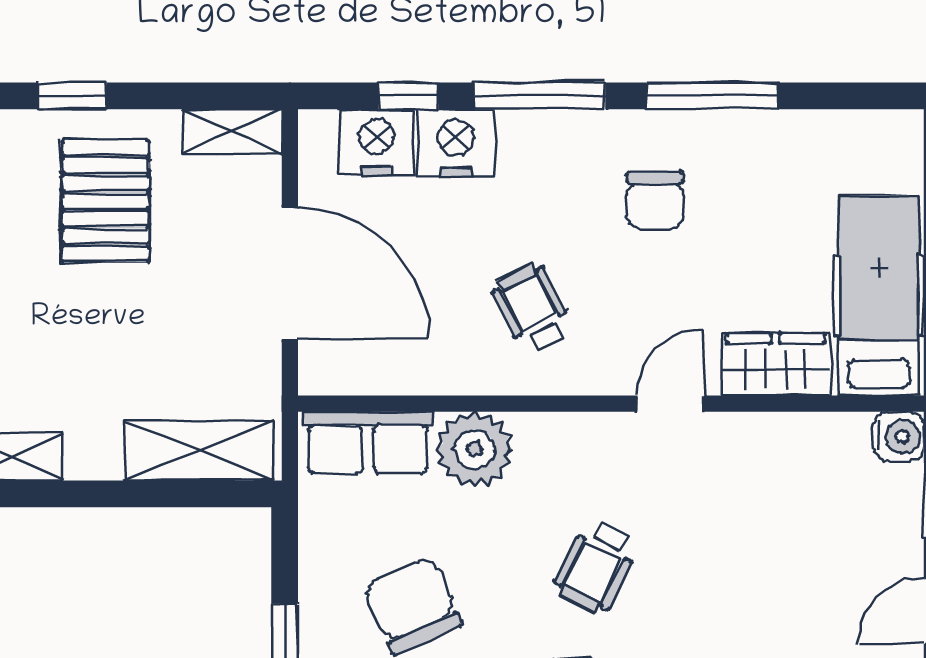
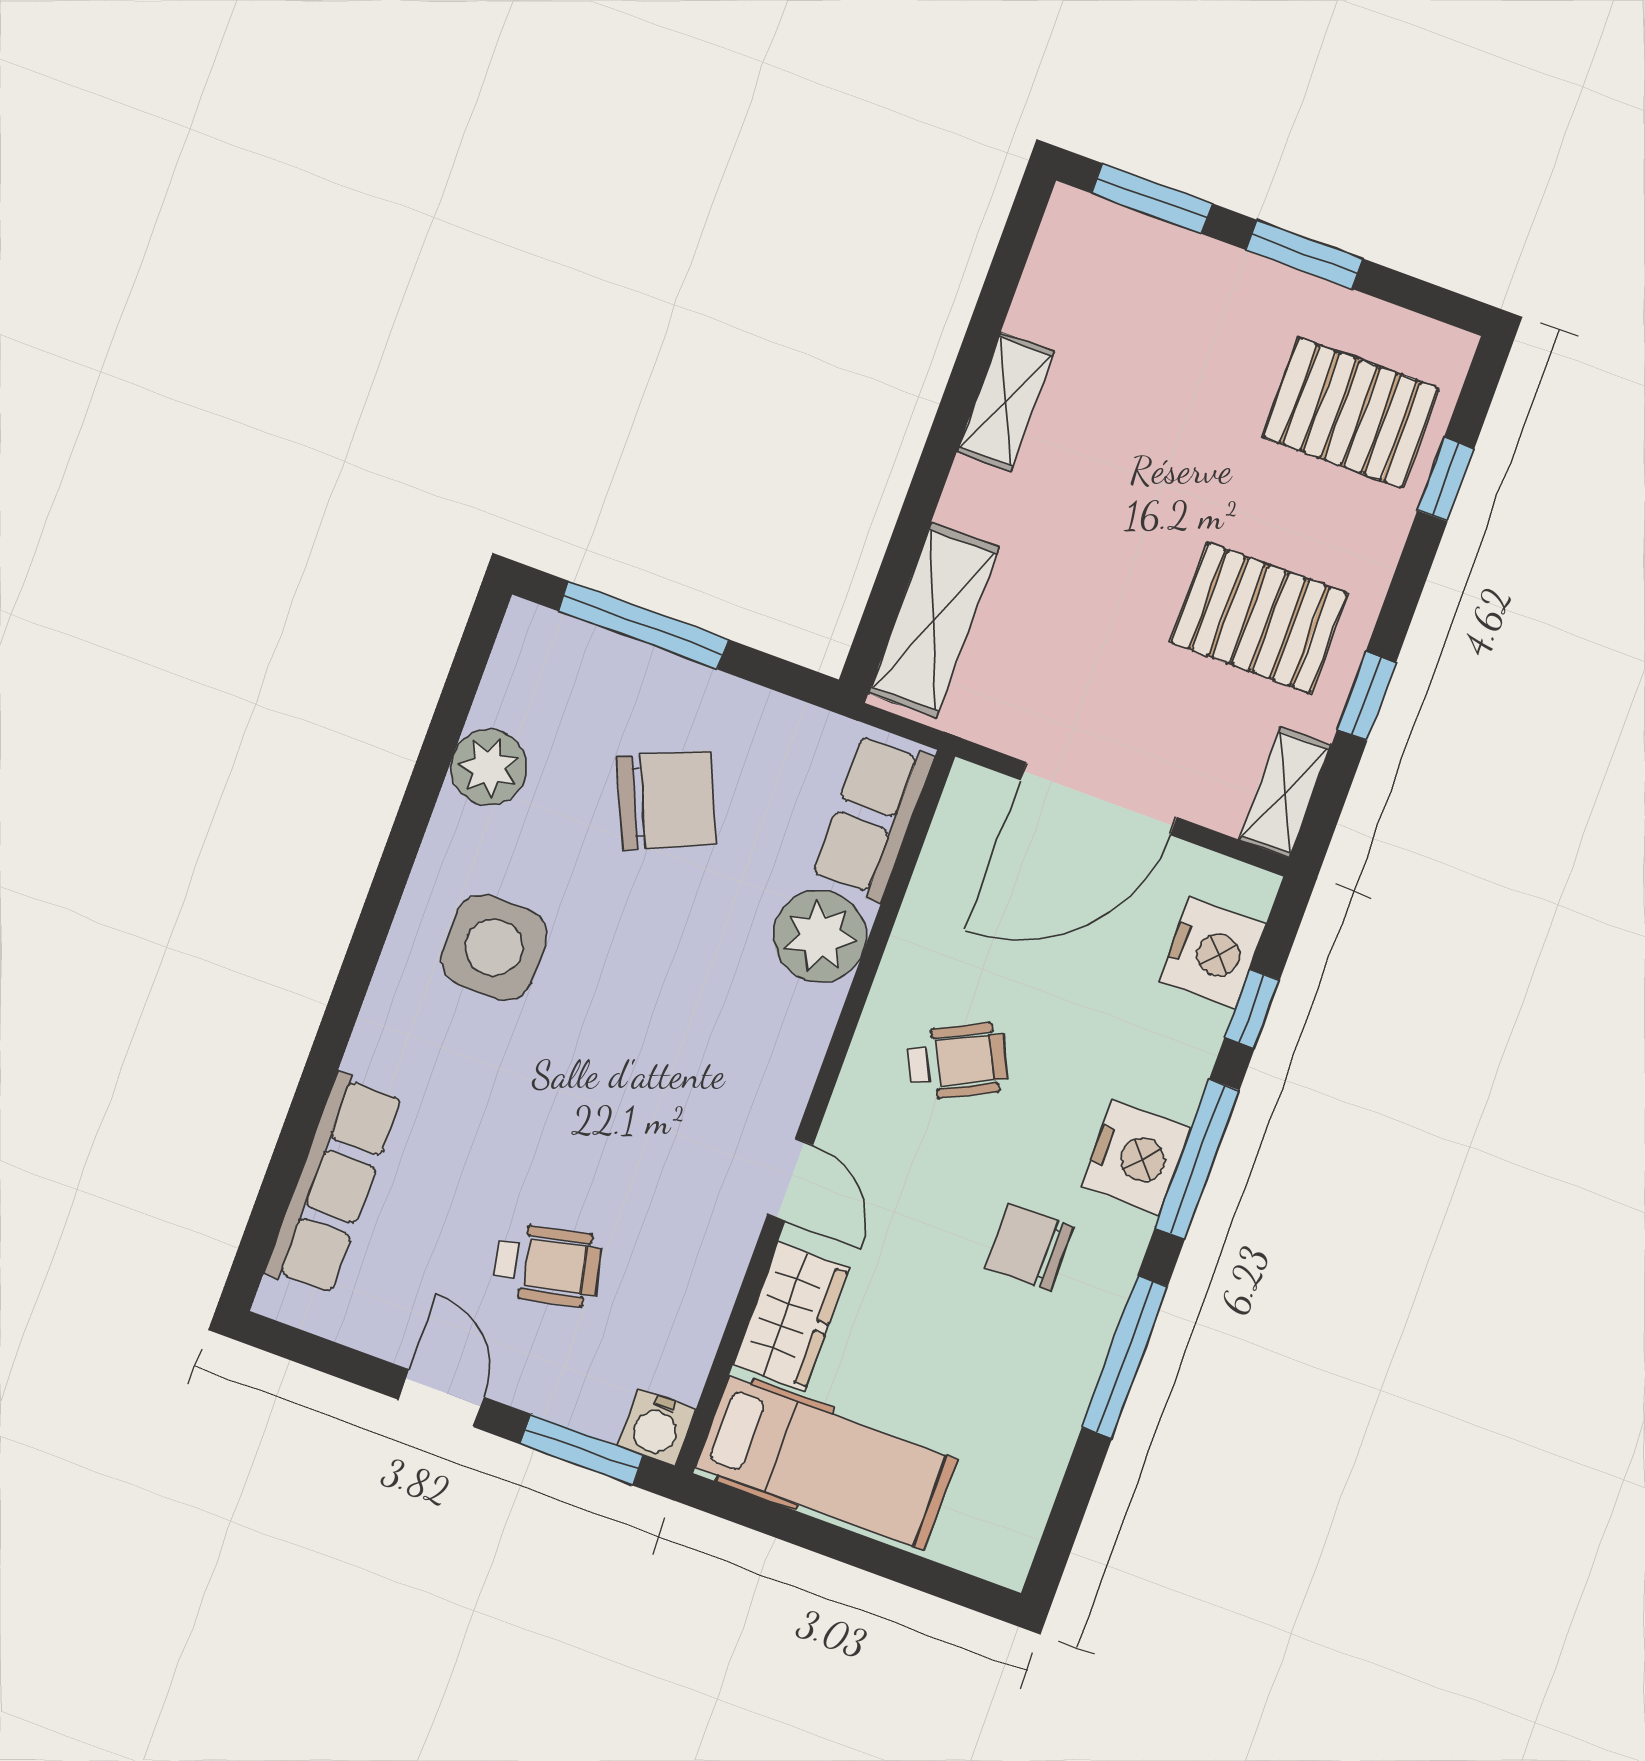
window: (72, 96) -> (1366, 696), moved
nightstand: (456, 143) -> (1136, 1157), moved
wheelchair: (596, 566) -> (547, 1265), moved, turned 141

